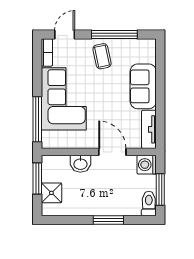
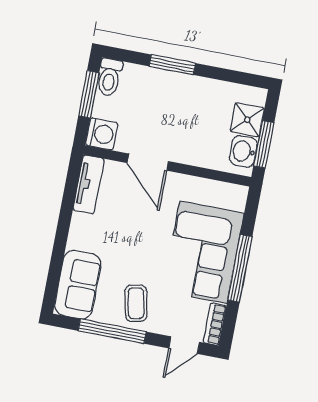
sofa: (143, 86) -> (78, 285), moved
window: (37, 119) -> (240, 268), moved
washbasin: (80, 164) -> (243, 151), moved, turned -90

